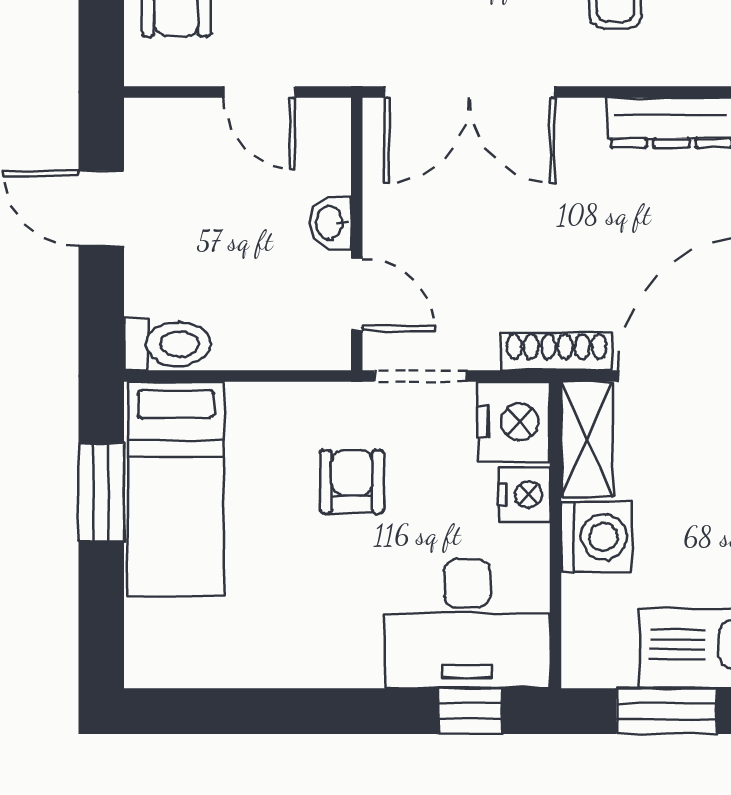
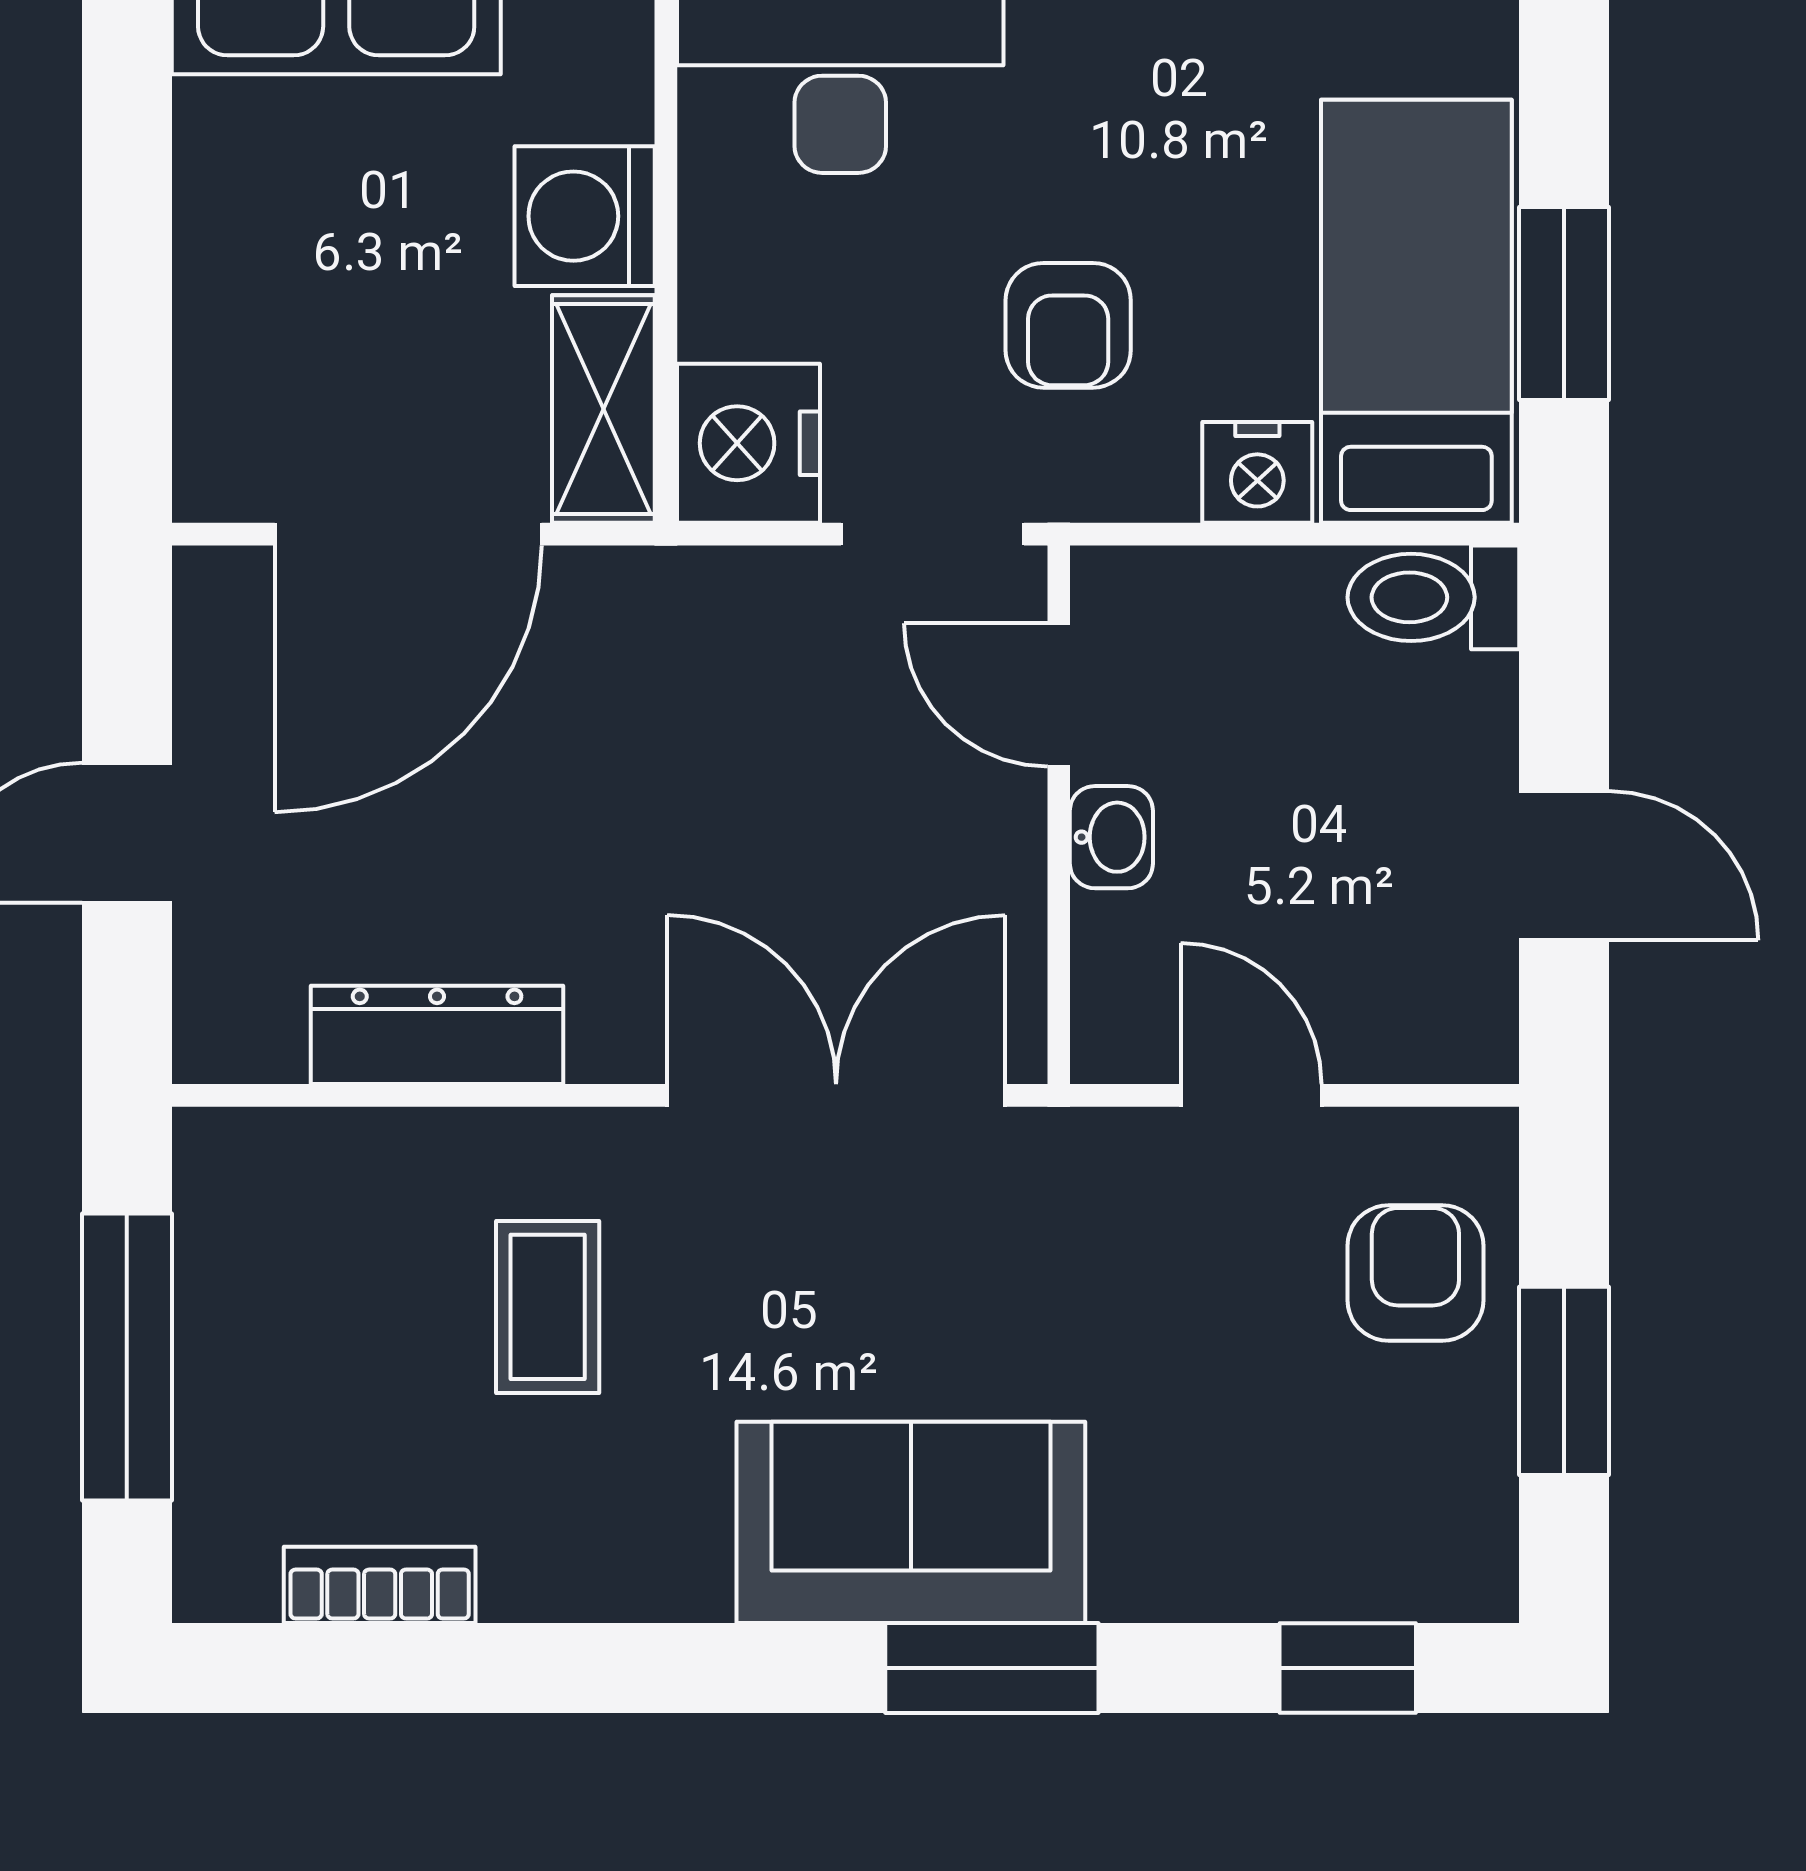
shoe rack: (557, 351) -> (663, 583), removed
nightstand: (524, 495) -> (1257, 472), moved, turned -90

